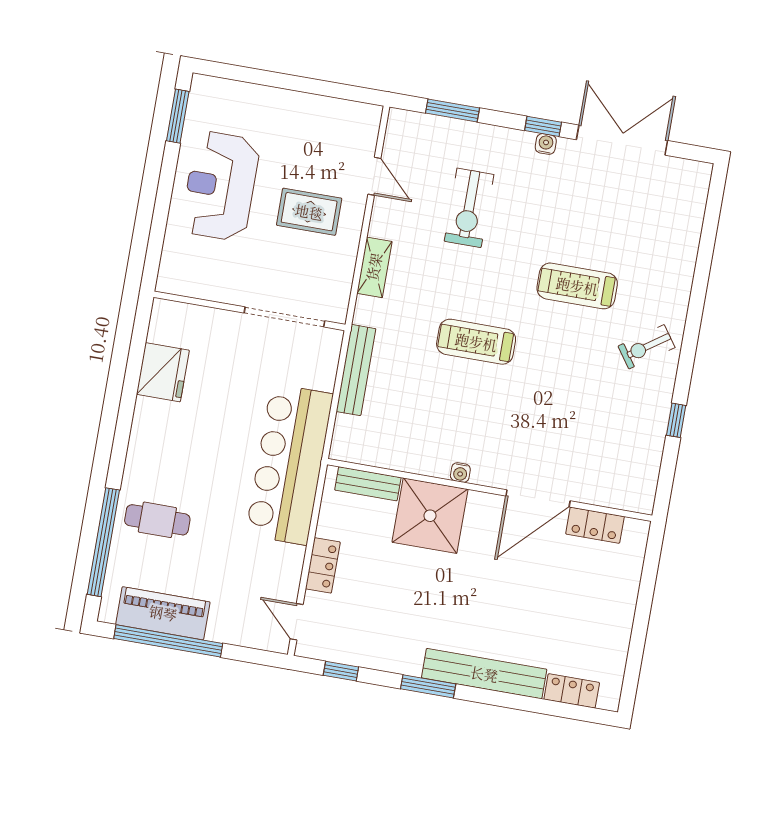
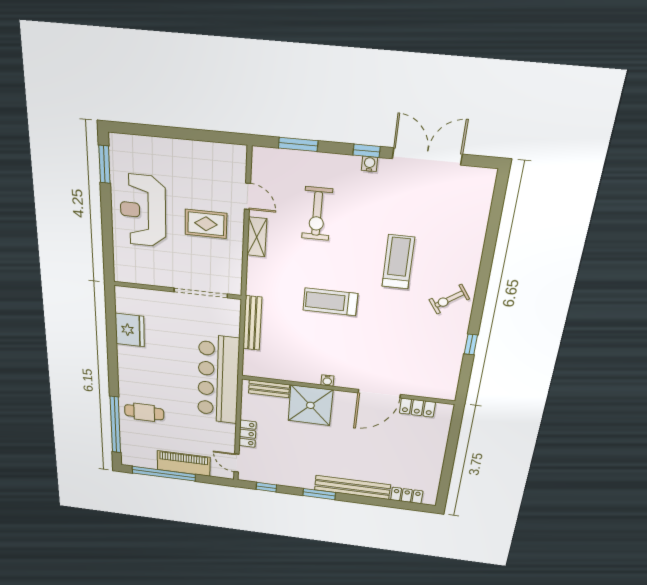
shelving: (374, 267) -> (257, 237), moved
treadmill: (577, 286) -> (398, 262), turned 90
piano: (163, 613) -> (184, 463), moved

